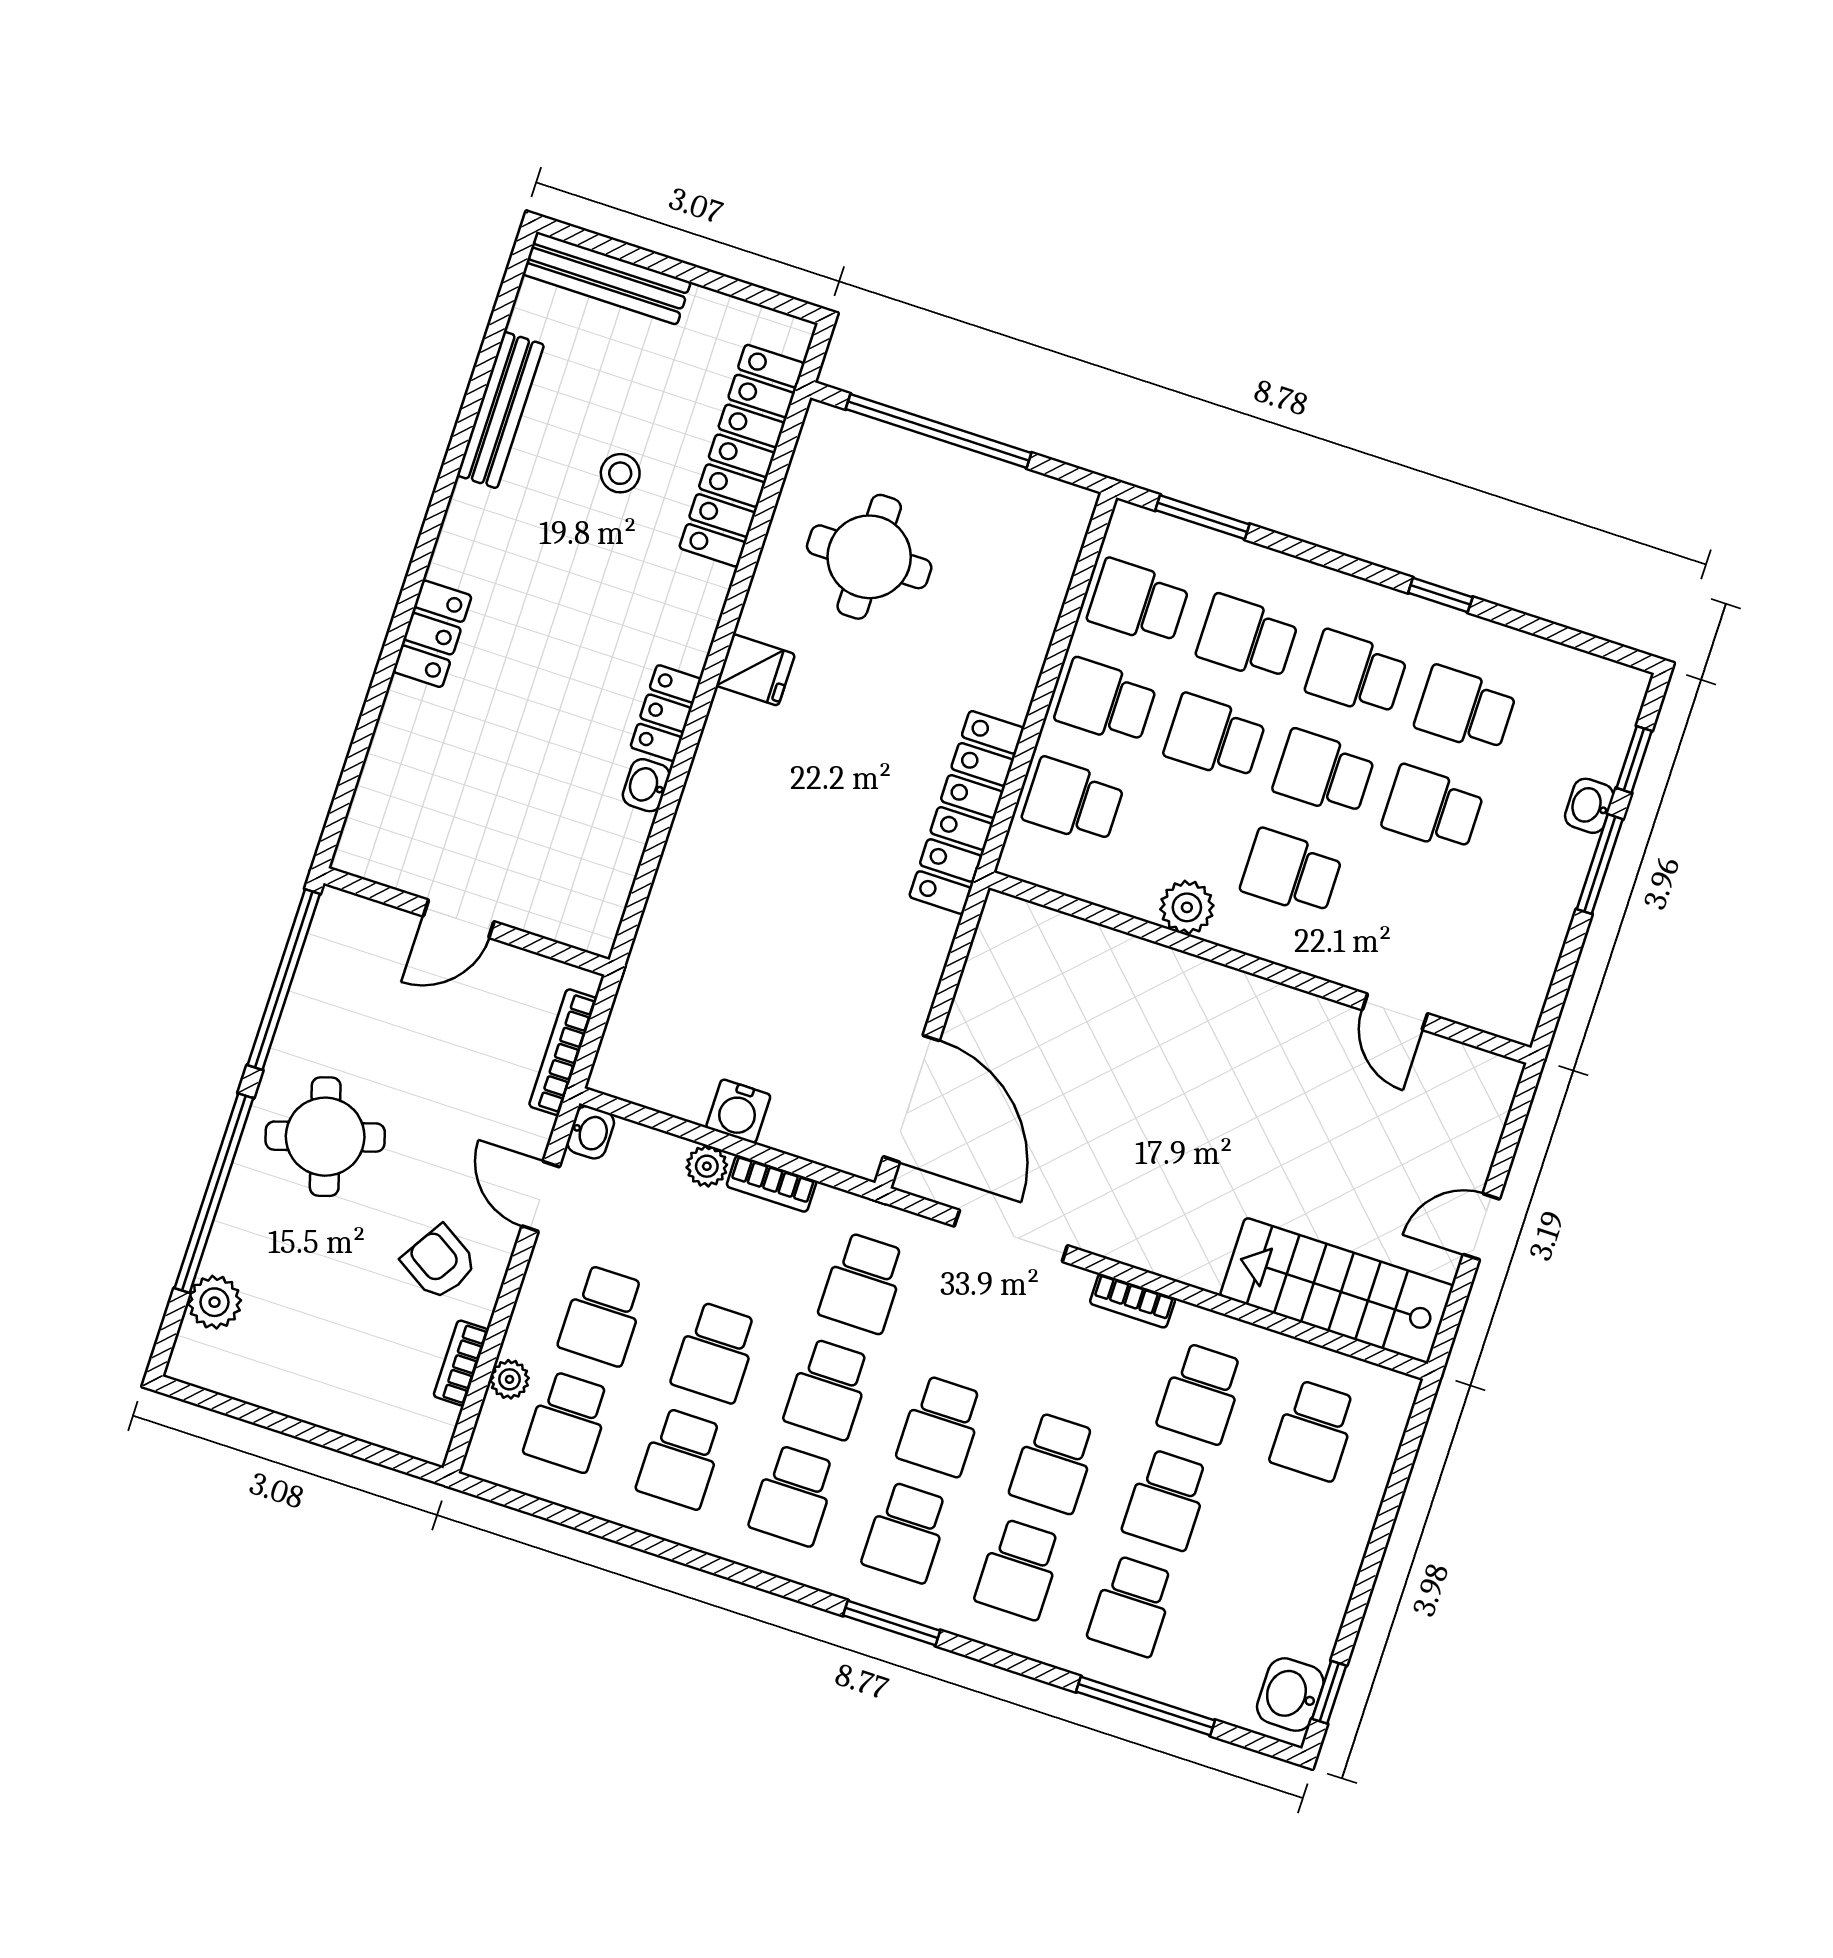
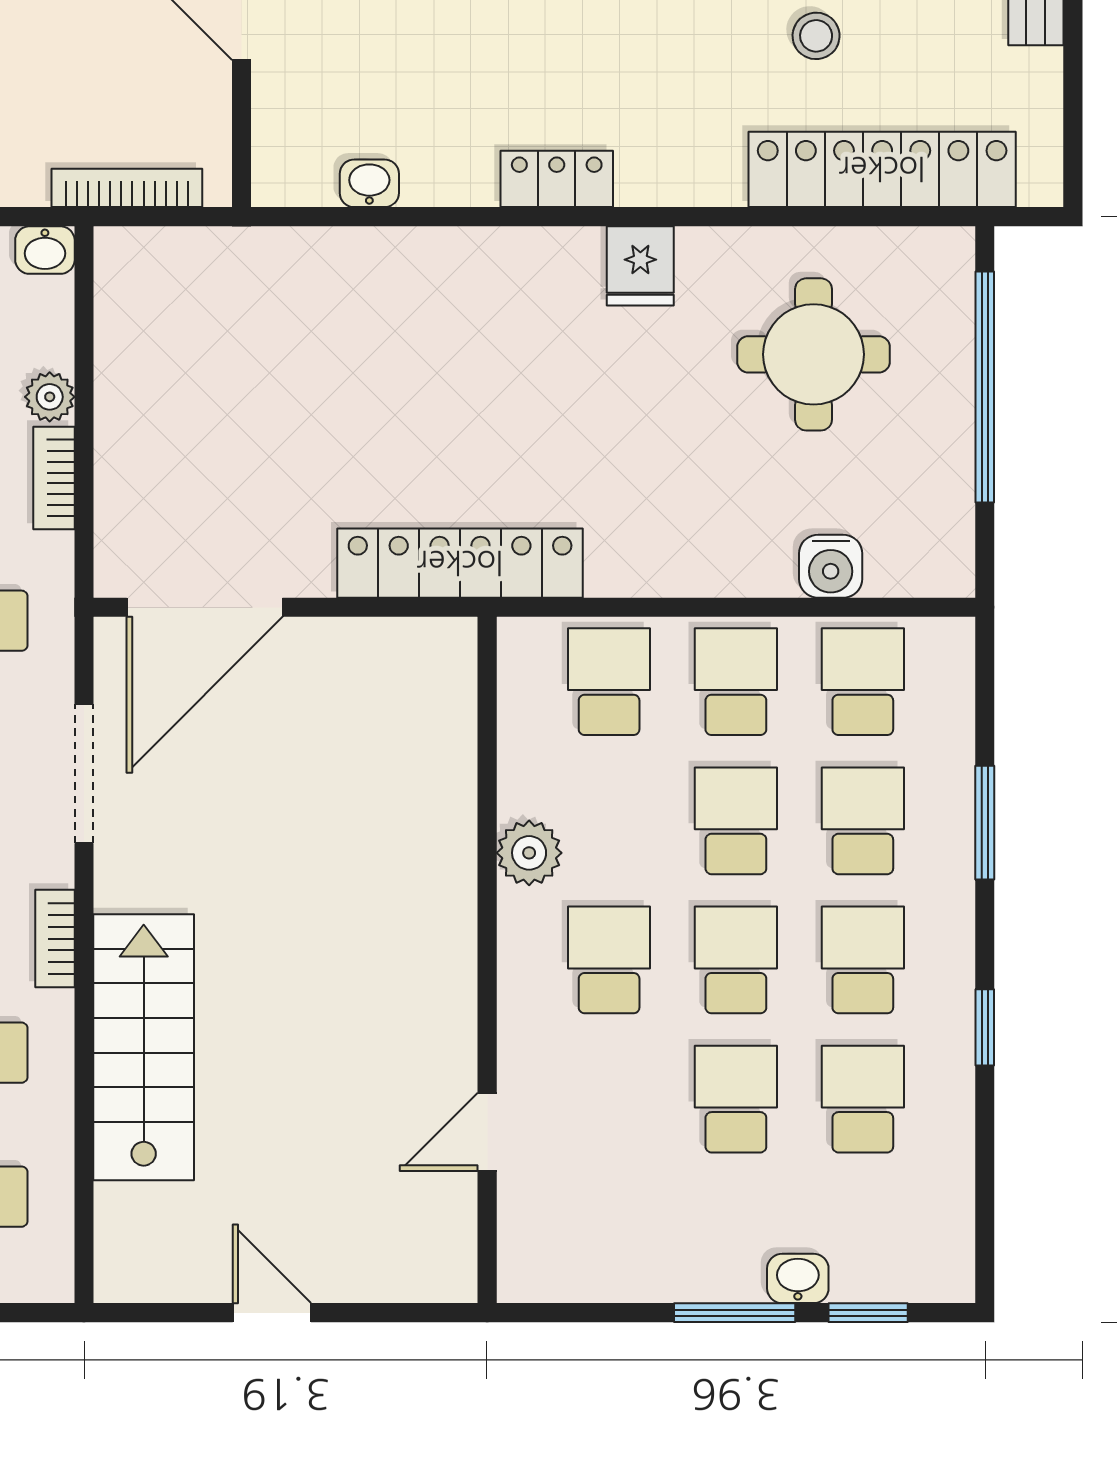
window: (1202, 517) -> (985, 823), moved
washbasin: (646, 785) -> (369, 183), moved
locker: (967, 812) -> (460, 563), moved
water cooler: (738, 1111) -> (831, 566), moved, turned -90
stairs: (1337, 1291) -> (144, 1047), moved

